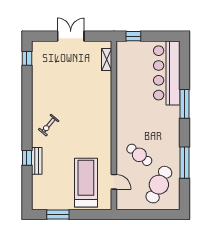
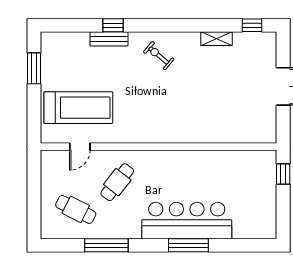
shelving: (107, 59) -> (216, 39), moved
bar counter: (167, 73) -> (187, 220), moved
cafe table: (159, 185) -> (76, 209), width x0.73, depth x0.74

